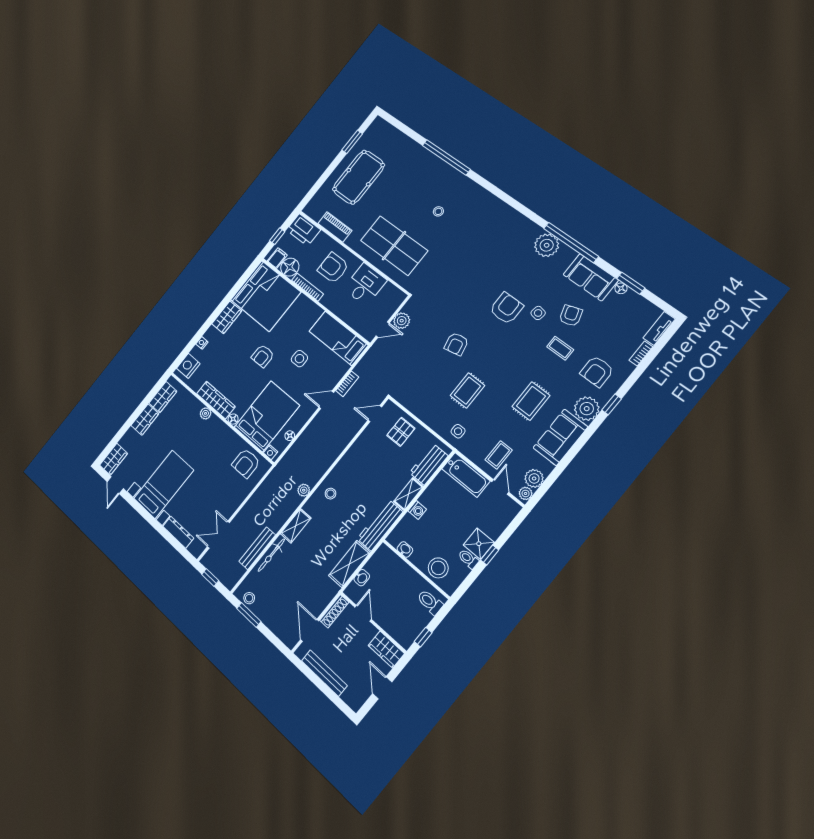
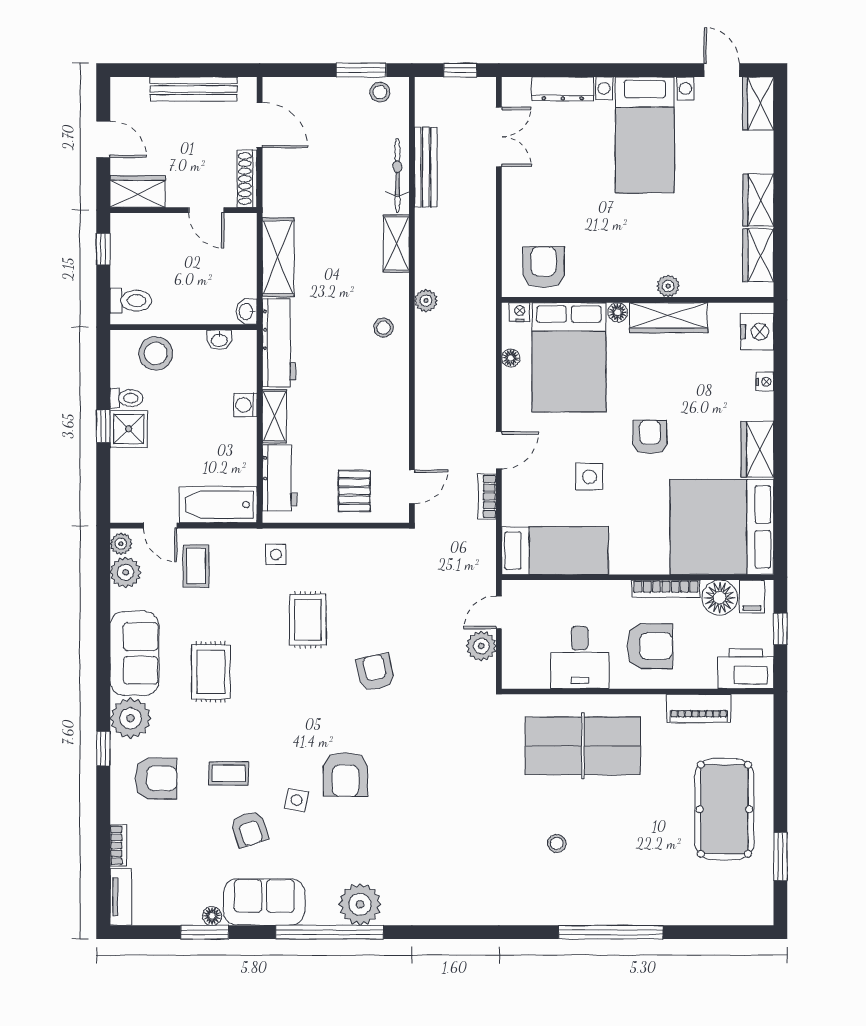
armchair: (597, 371) -> (156, 778), turned 90
washbasin: (362, 578) -> (247, 312), moved

